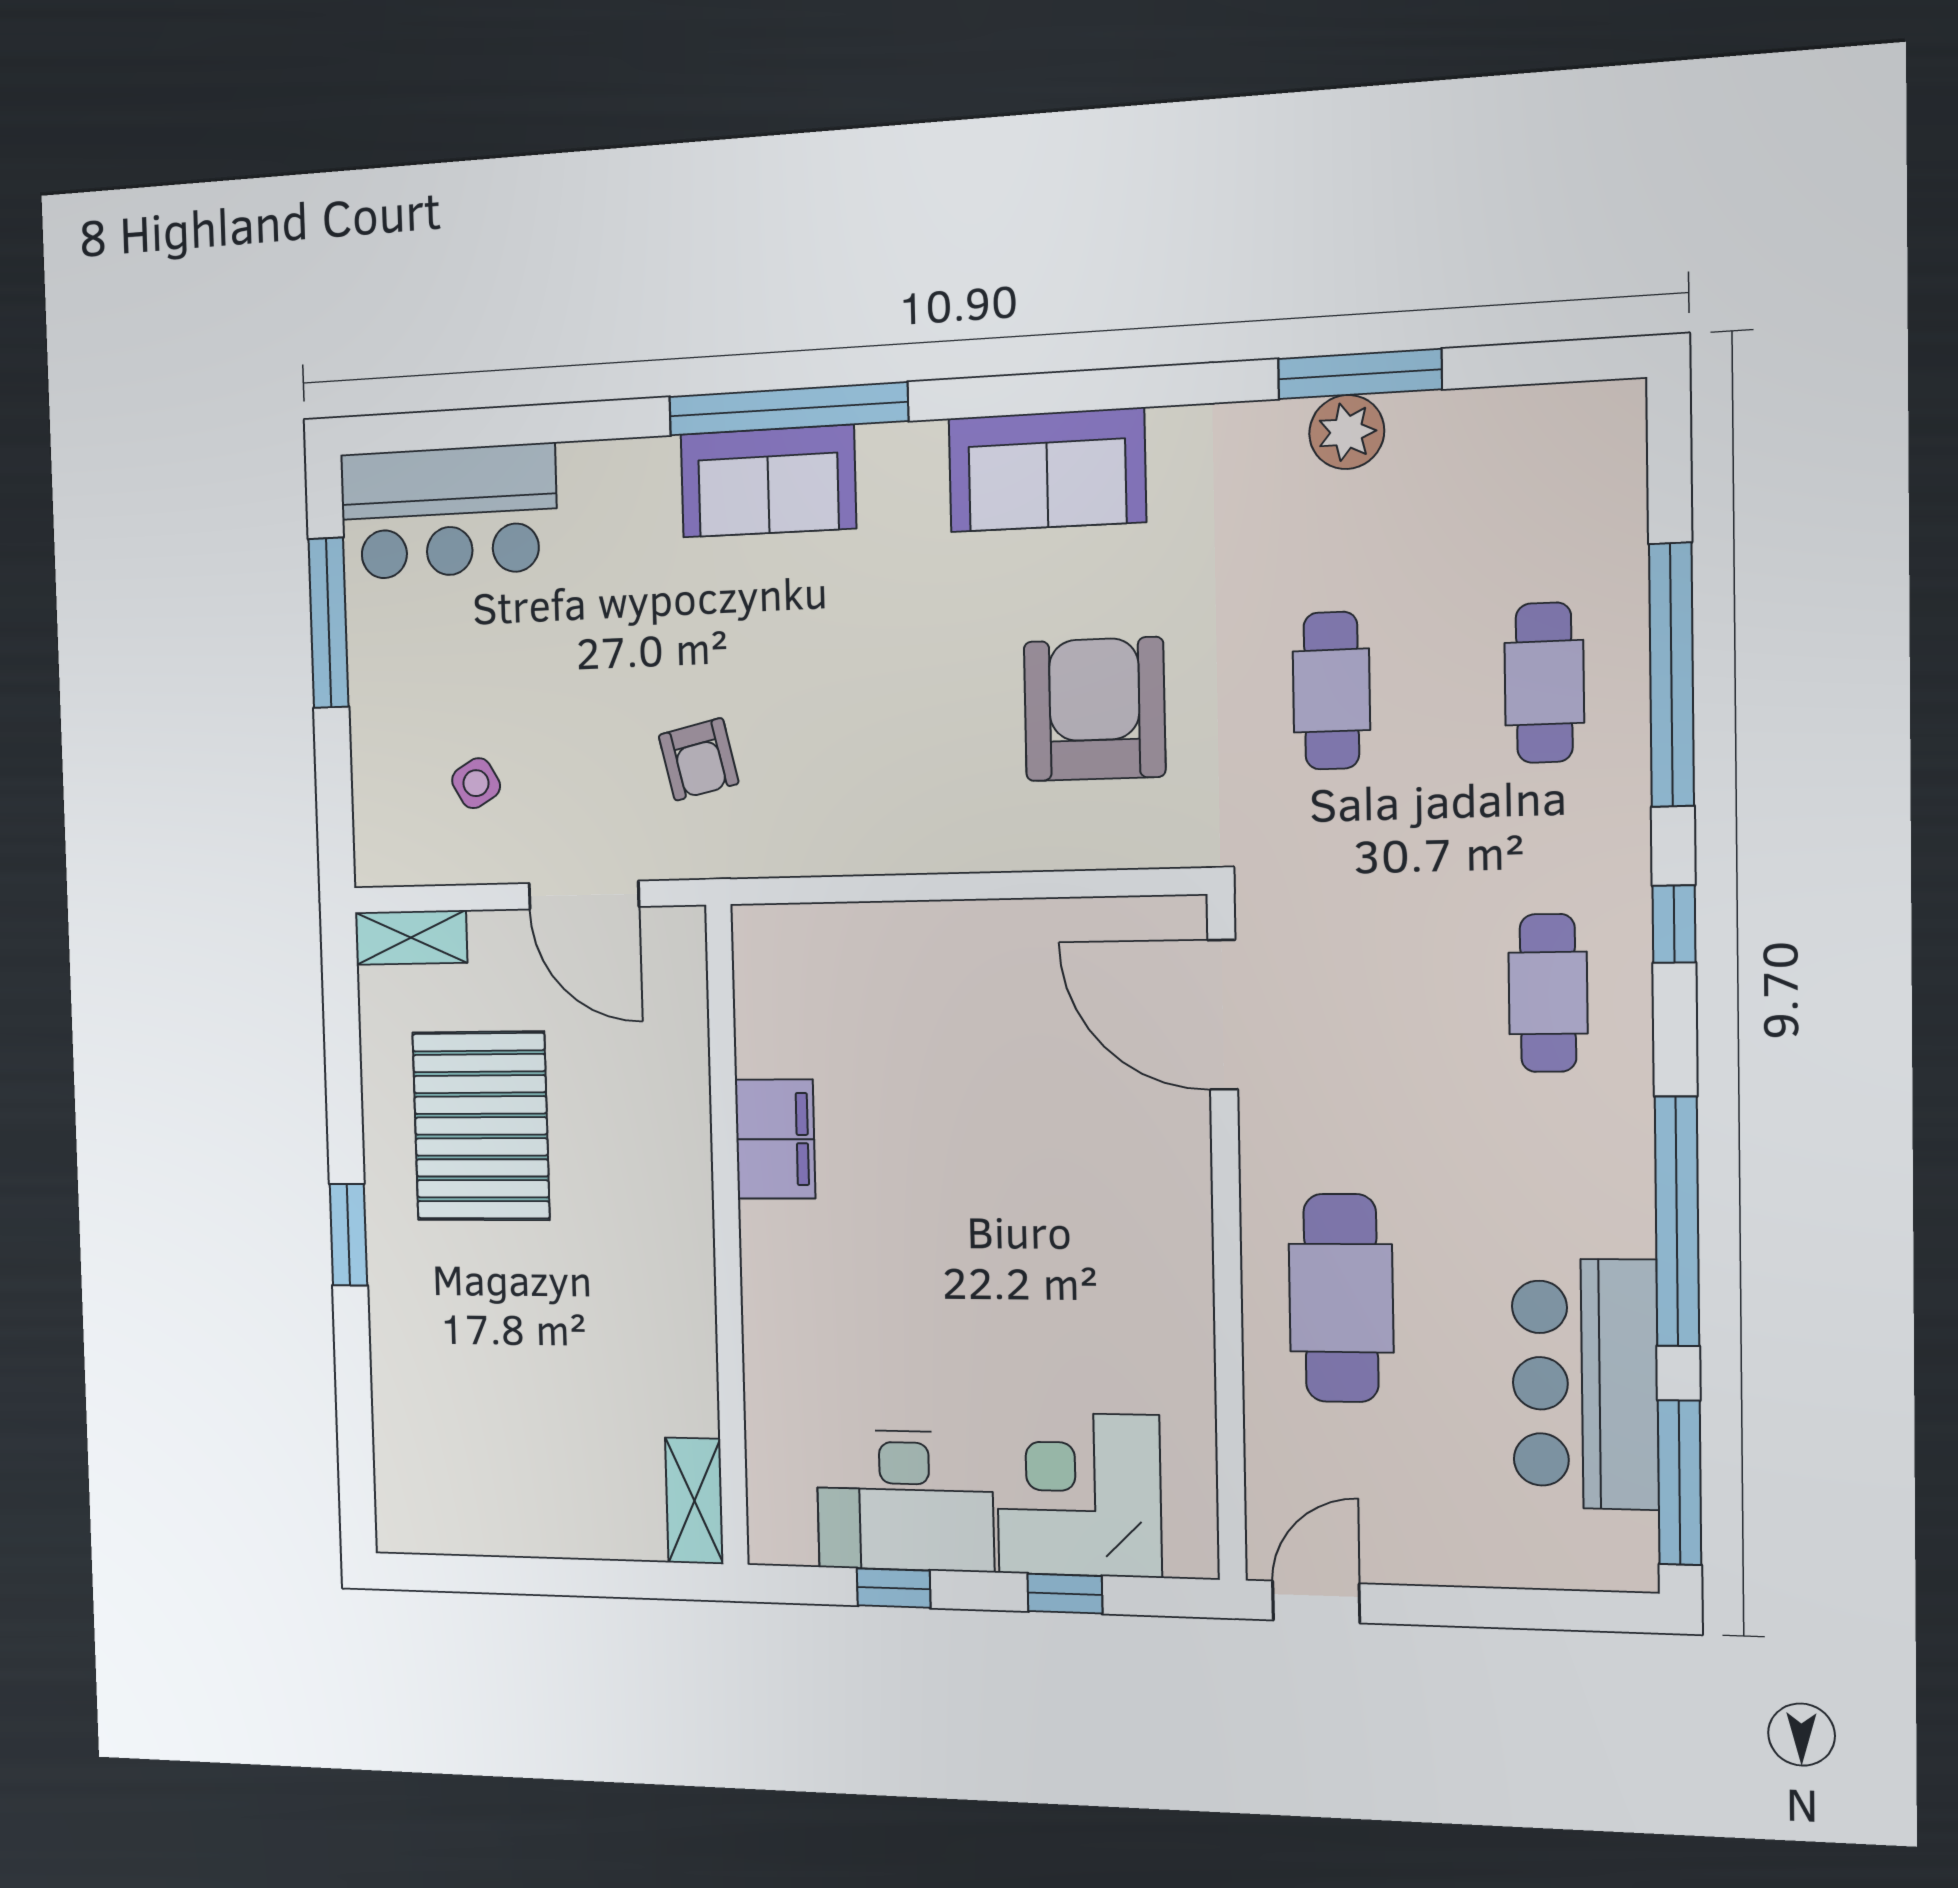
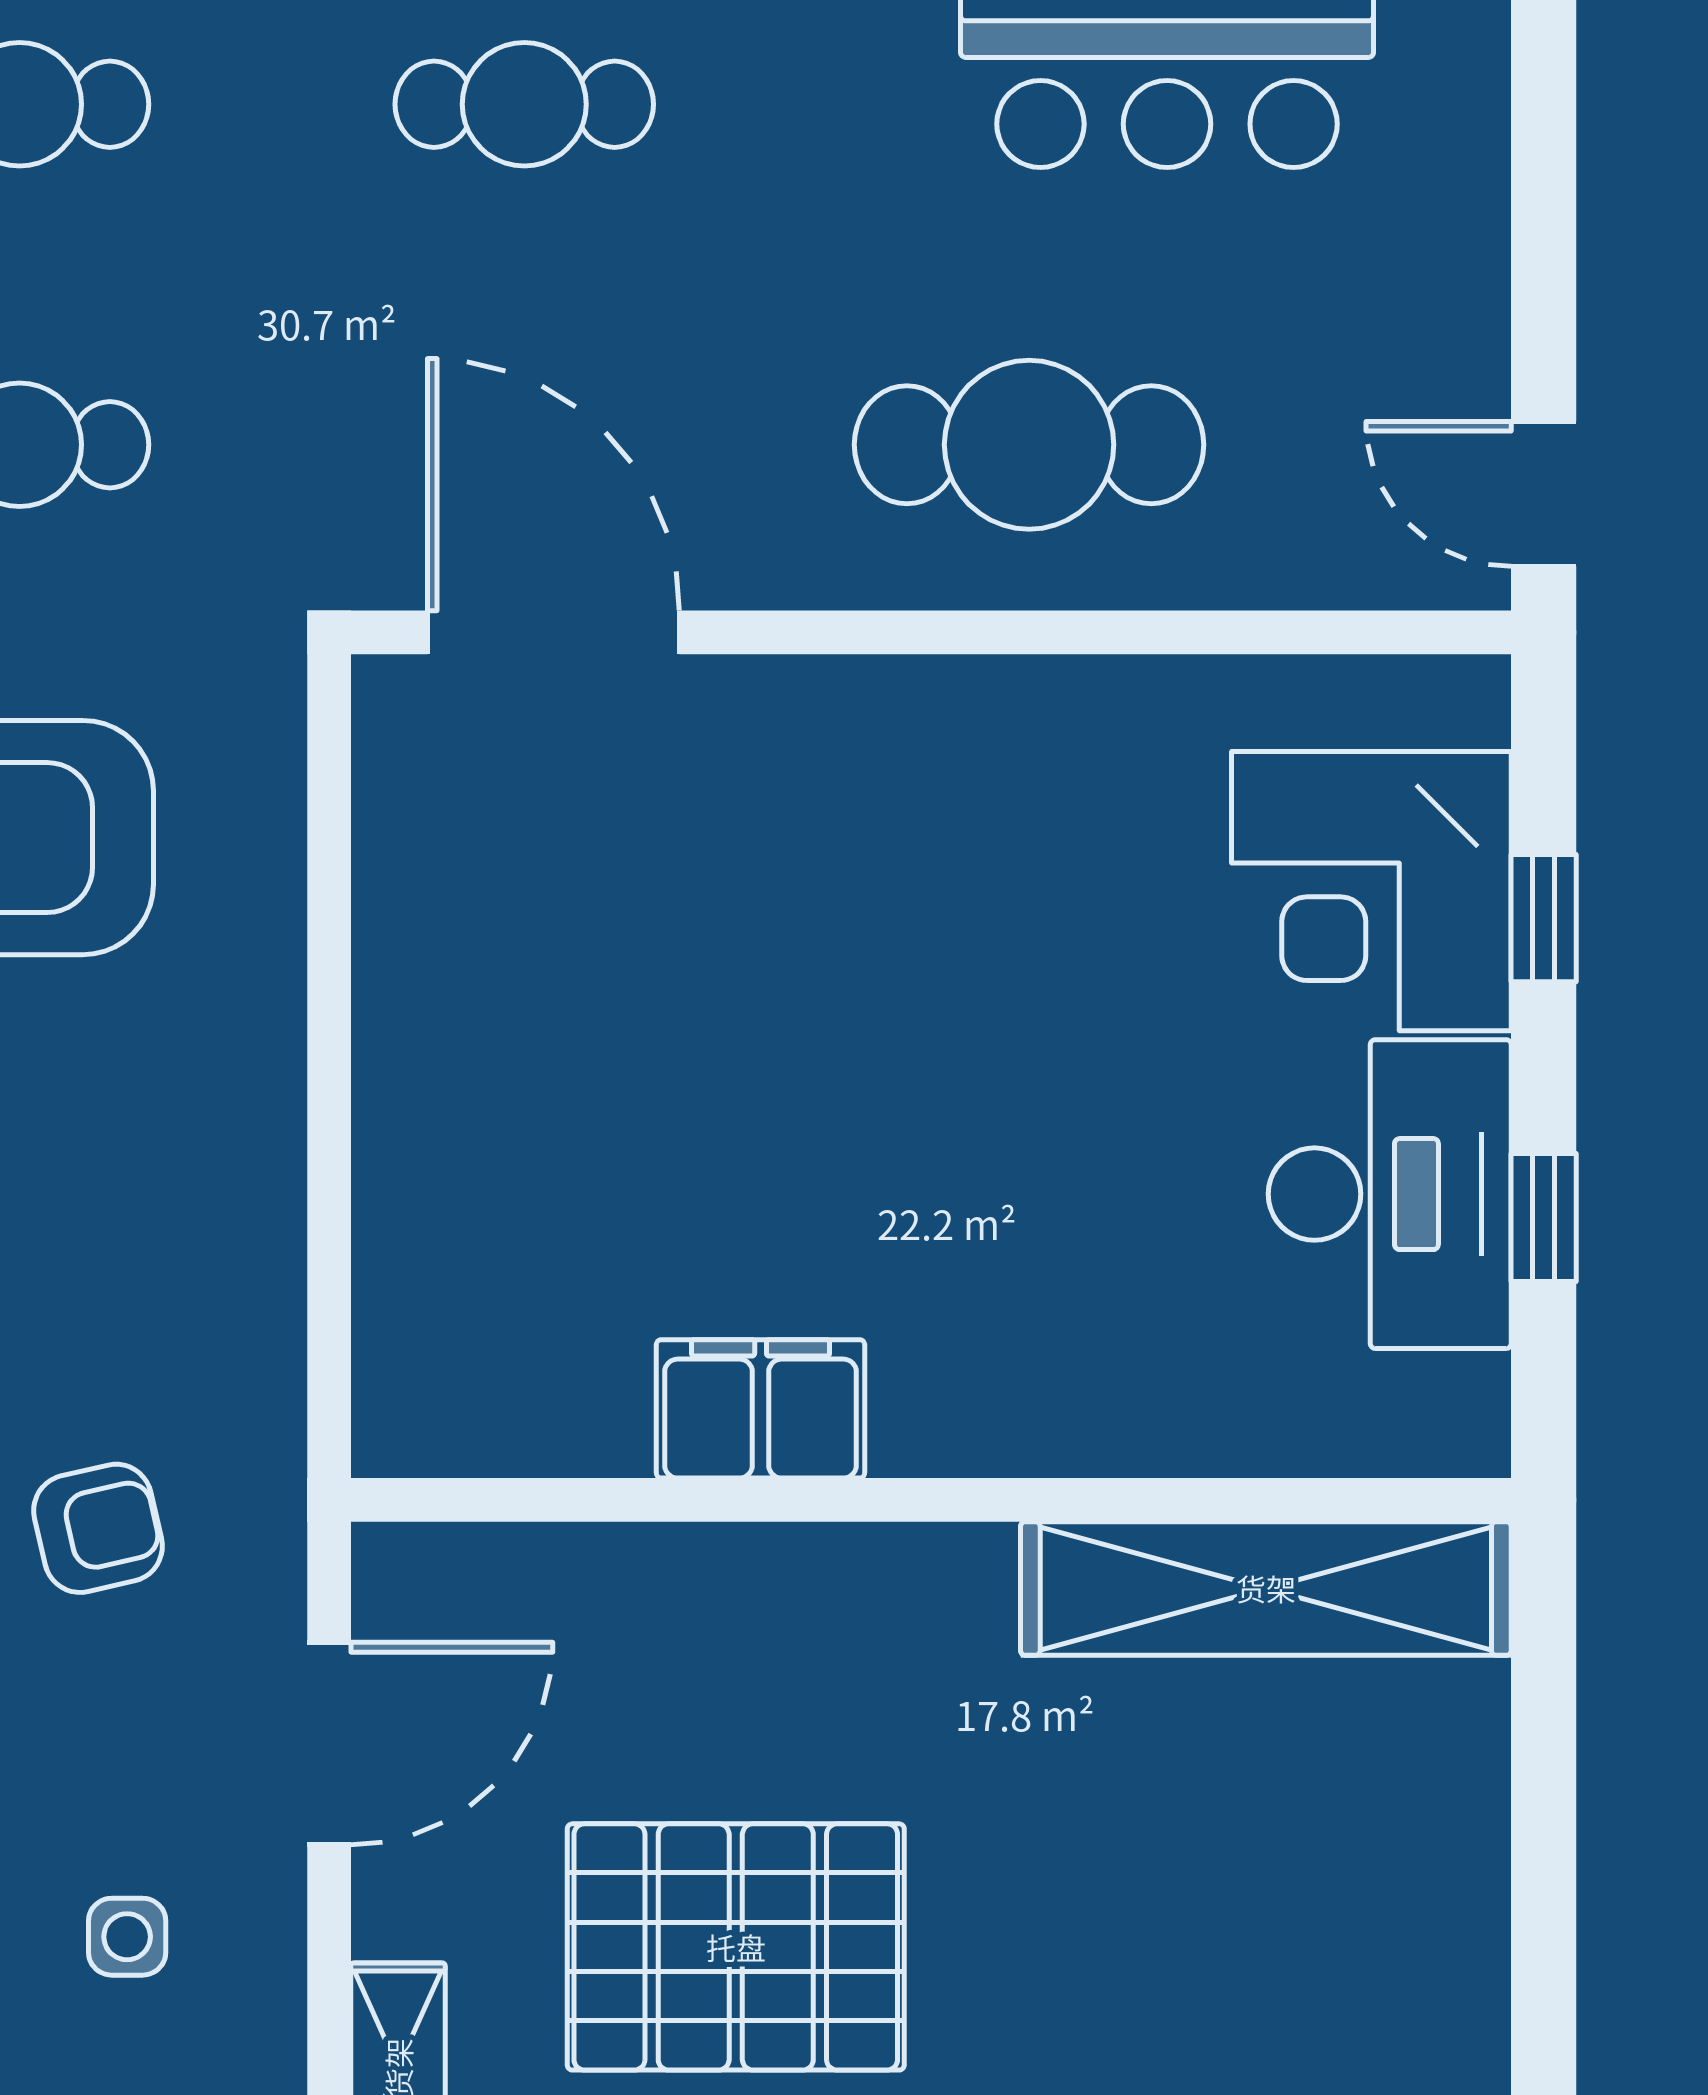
side table: (476, 783) -> (127, 1937), turned 30
door: (1223, 1015) -> (553, 632), swing flipped
shelving: (694, 1501) -> (1266, 1588), width x2.20, depth x1.33

